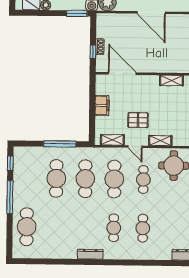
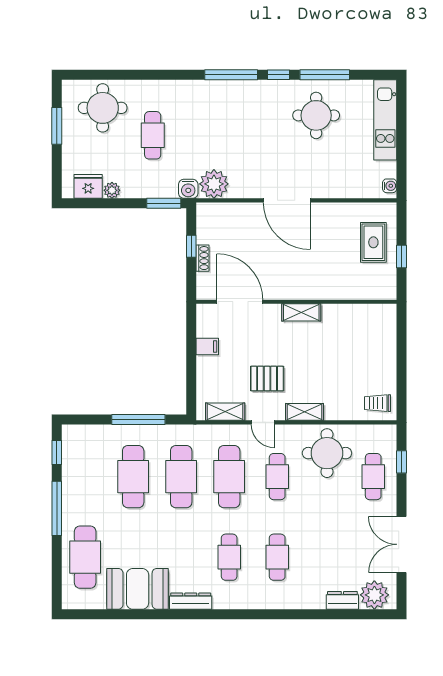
window: (93, 52) -> (191, 246), moved
shelving: (171, 80) -> (301, 312), moved
filing cabinet: (102, 105) -> (207, 347), width x0.50
booth: (58, 246) -> (138, 589), added

